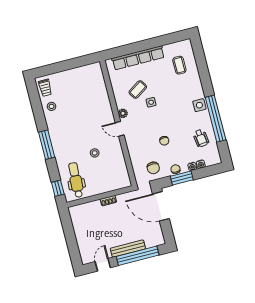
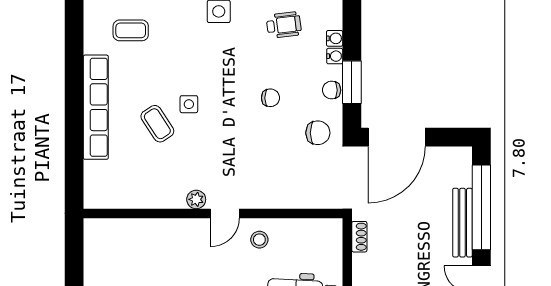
plant: (123, 113) -> (196, 199), moved
wall: (118, 123) -> (213, 213), moved
door: (120, 129) -> (225, 213), moved

